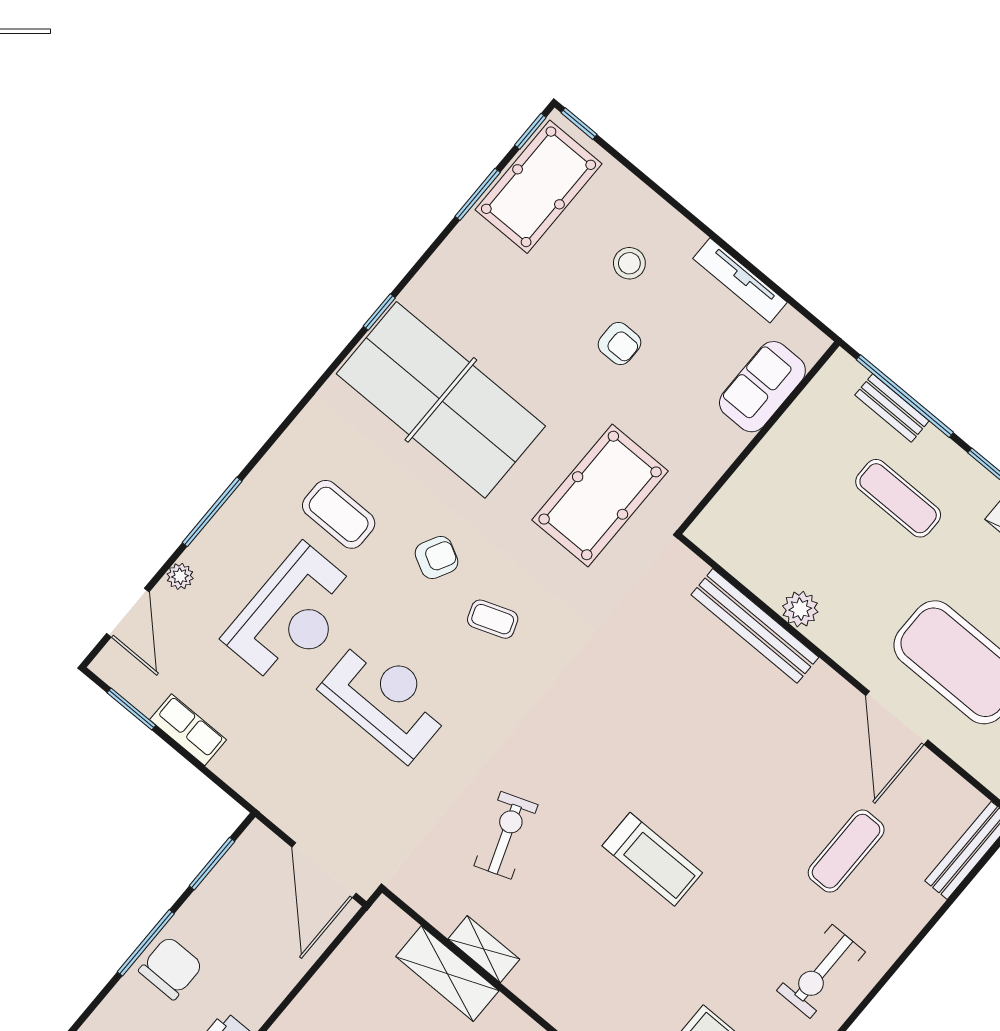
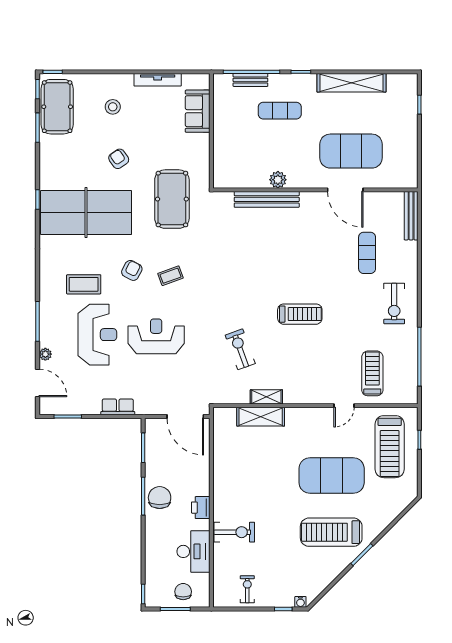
armchair: (619, 344) -> (119, 159), moved, turned -125
row of seats: (188, 730) -> (118, 407), moved

